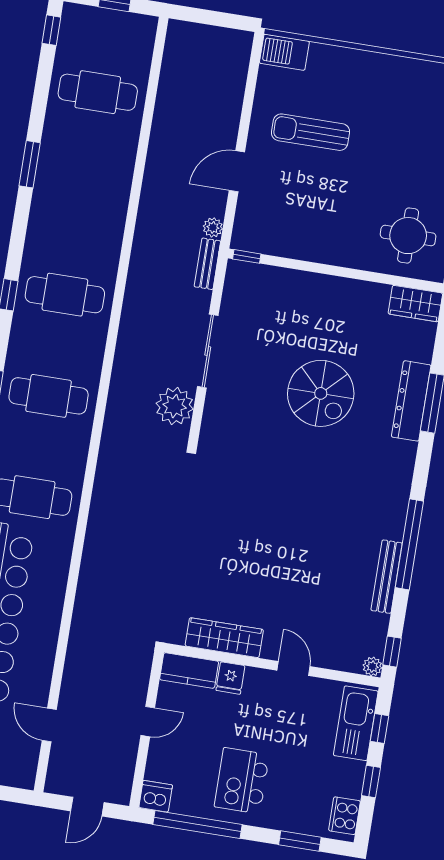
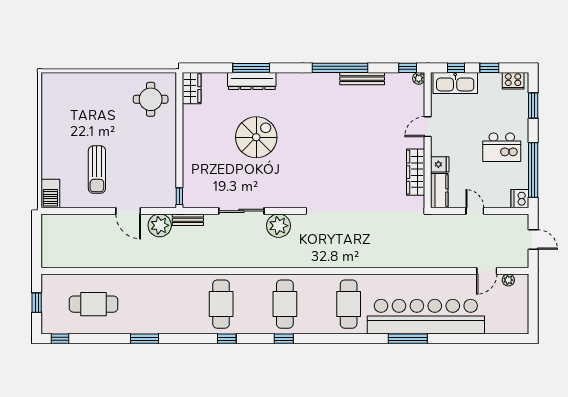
cafe table: (98, 92) -> (93, 304), turned 90
plant: (213, 227) -> (160, 225), width x1.87, depth x1.87
plant: (29, 757) -> (508, 280), added

